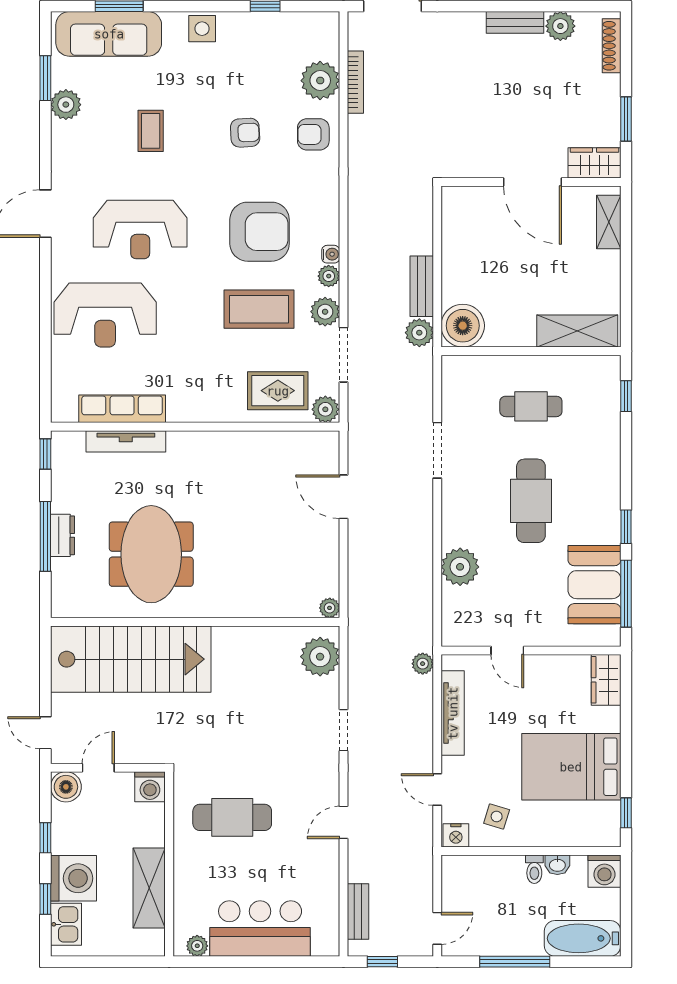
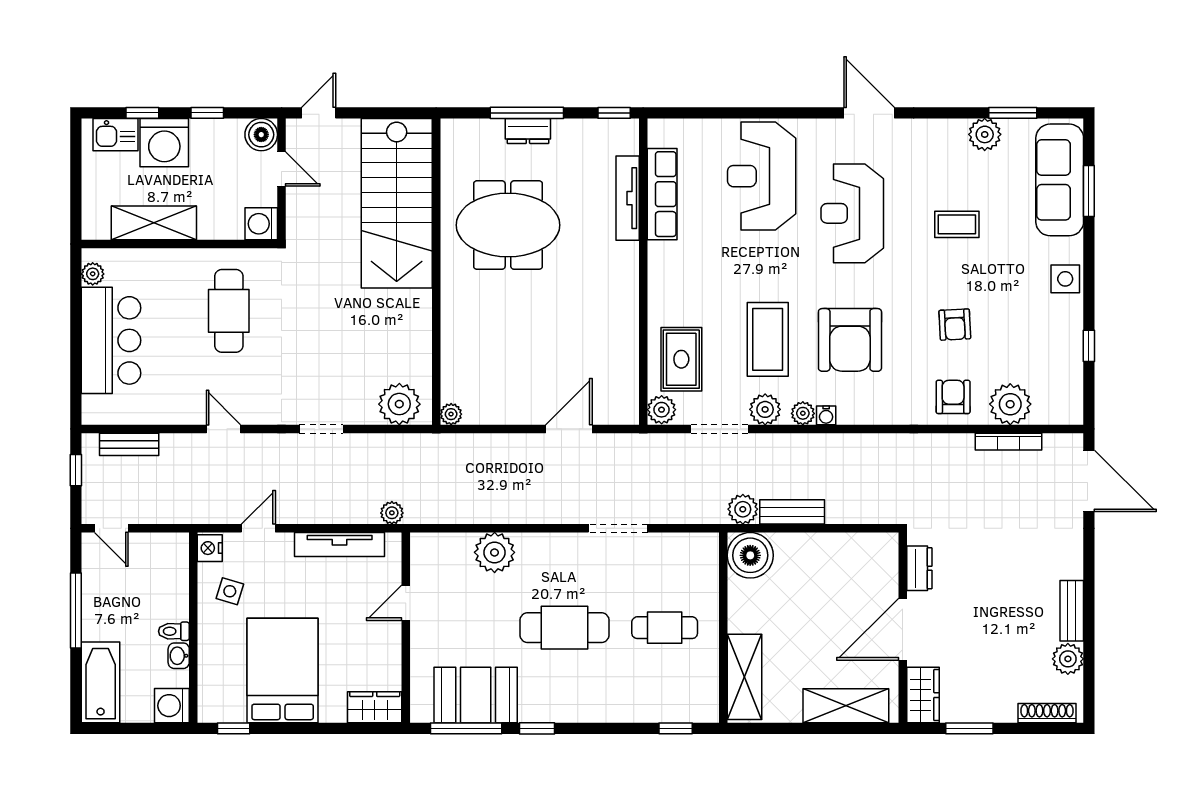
dresser: (475, 166) -> (919, 568), added
shelving: (609, 222) -> (846, 706), width x1.50, depth x1.33
cafe table: (531, 406) -> (665, 628), turned 90

